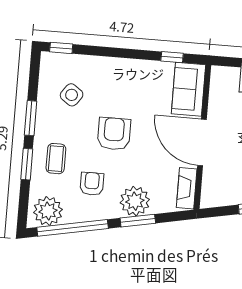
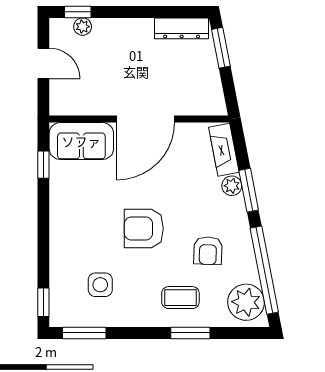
side table: (72, 95) -> (100, 285), turned -36
window: (31, 118) -> (84, 333), moved
armchair: (92, 184) -> (208, 251), turned -88
fireplace: (187, 188) -> (224, 150), moved, turned 79
plant: (135, 201) -> (232, 186), width x0.53, depth x0.53

